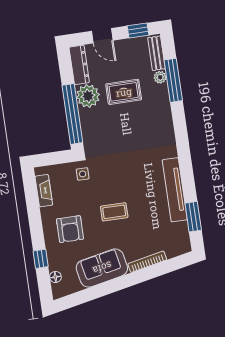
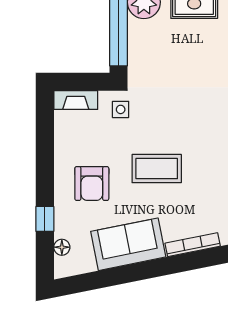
fireplace: (44, 191) -> (76, 100), moved, turned 90
coffee table: (114, 212) -> (157, 169), width x1.36, depth x1.30

